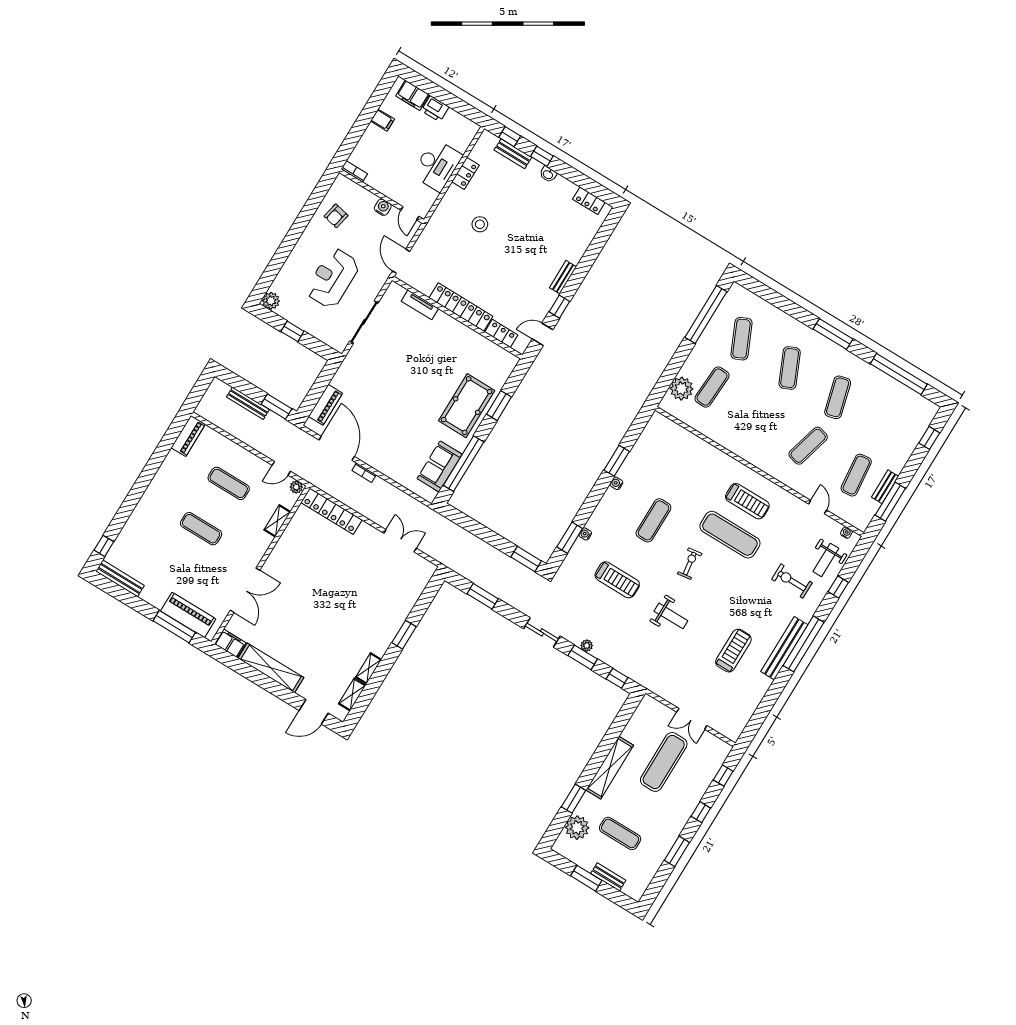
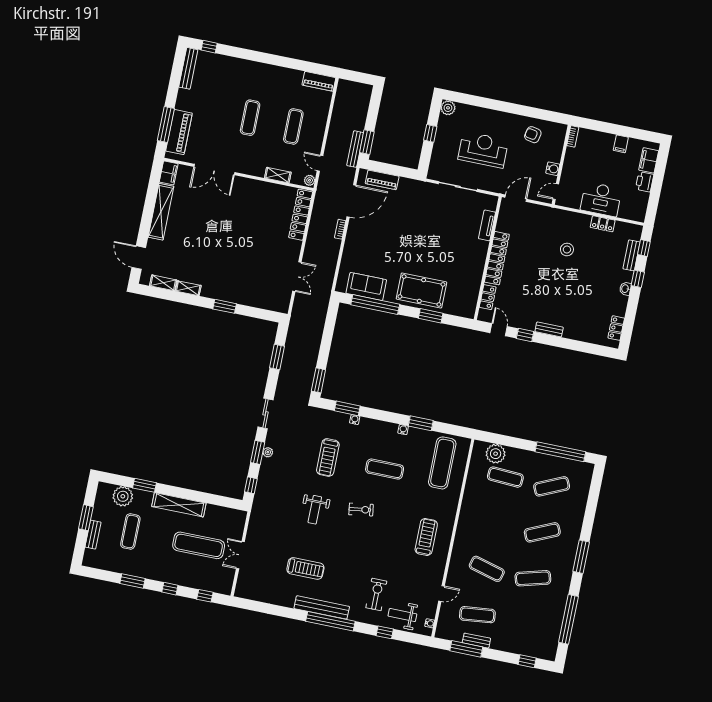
bench: (248, 403) -> (355, 149), moved
treadmill: (747, 501) -> (426, 537), turned 180
exercise mat: (730, 535) -> (442, 463), moved

